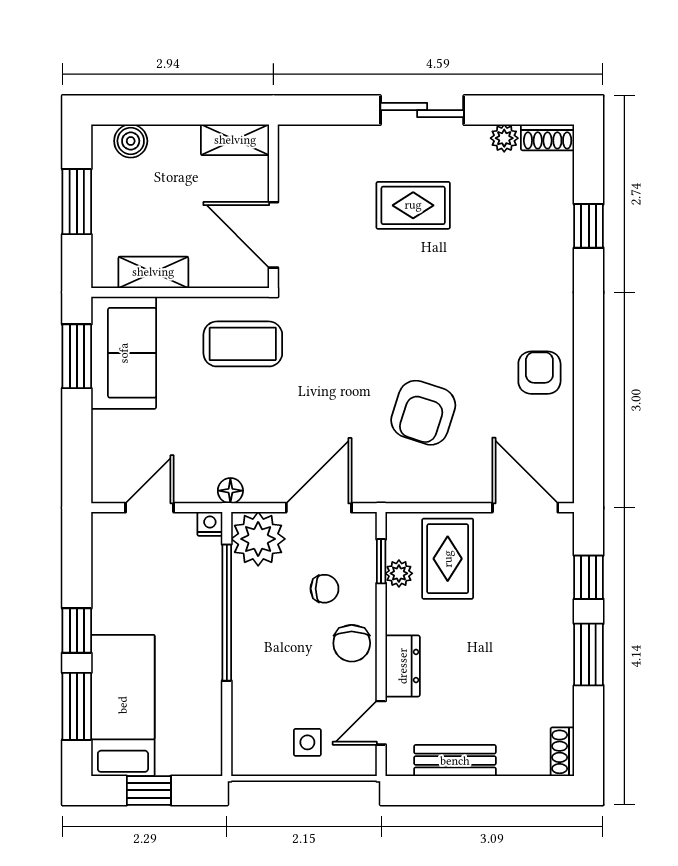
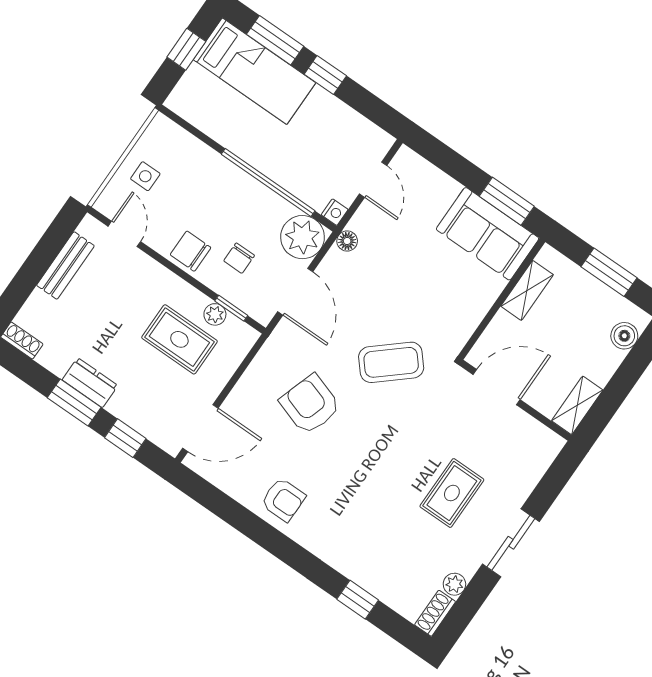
coffee table: (243, 344) -> (391, 362), moved, turned 49
rug: (448, 559) -> (179, 339), moved
dresser: (403, 666) -> (90, 383), moved, turned 180

